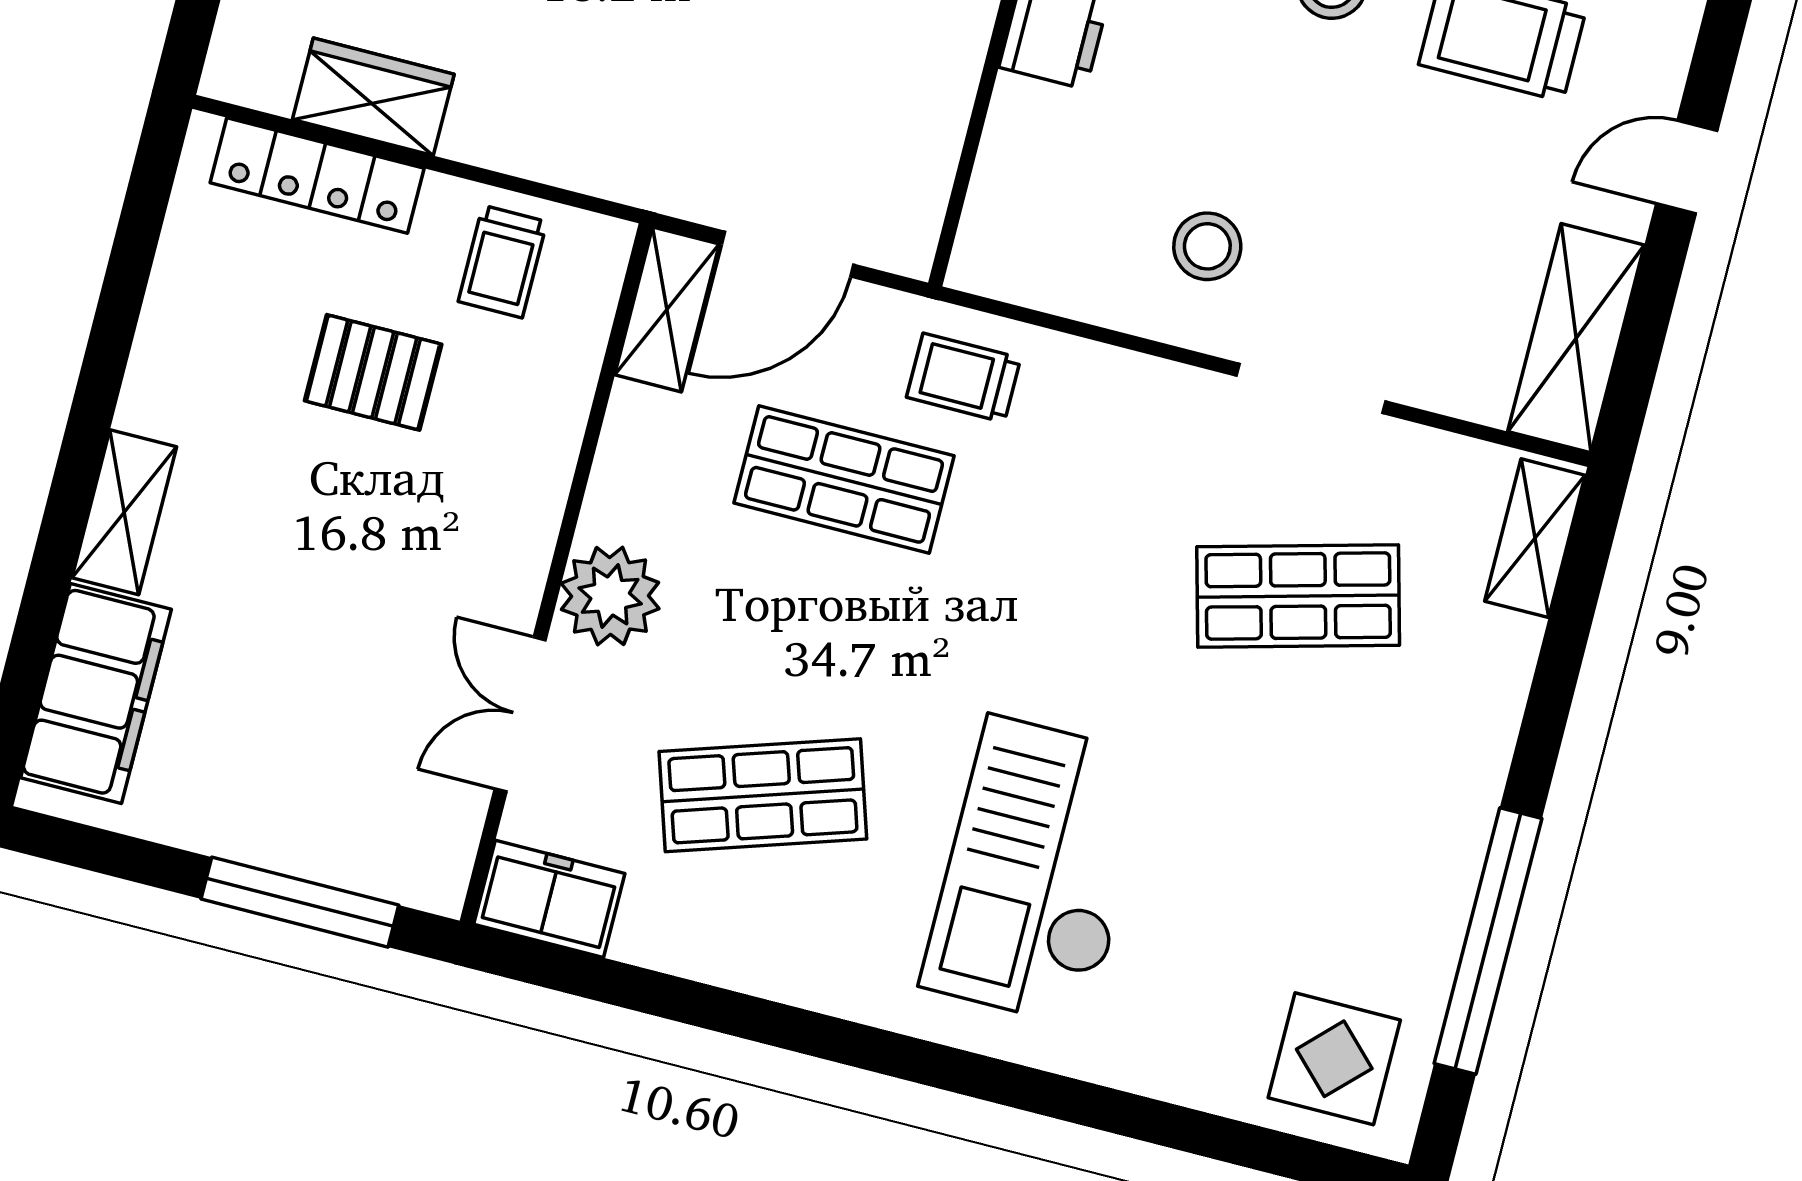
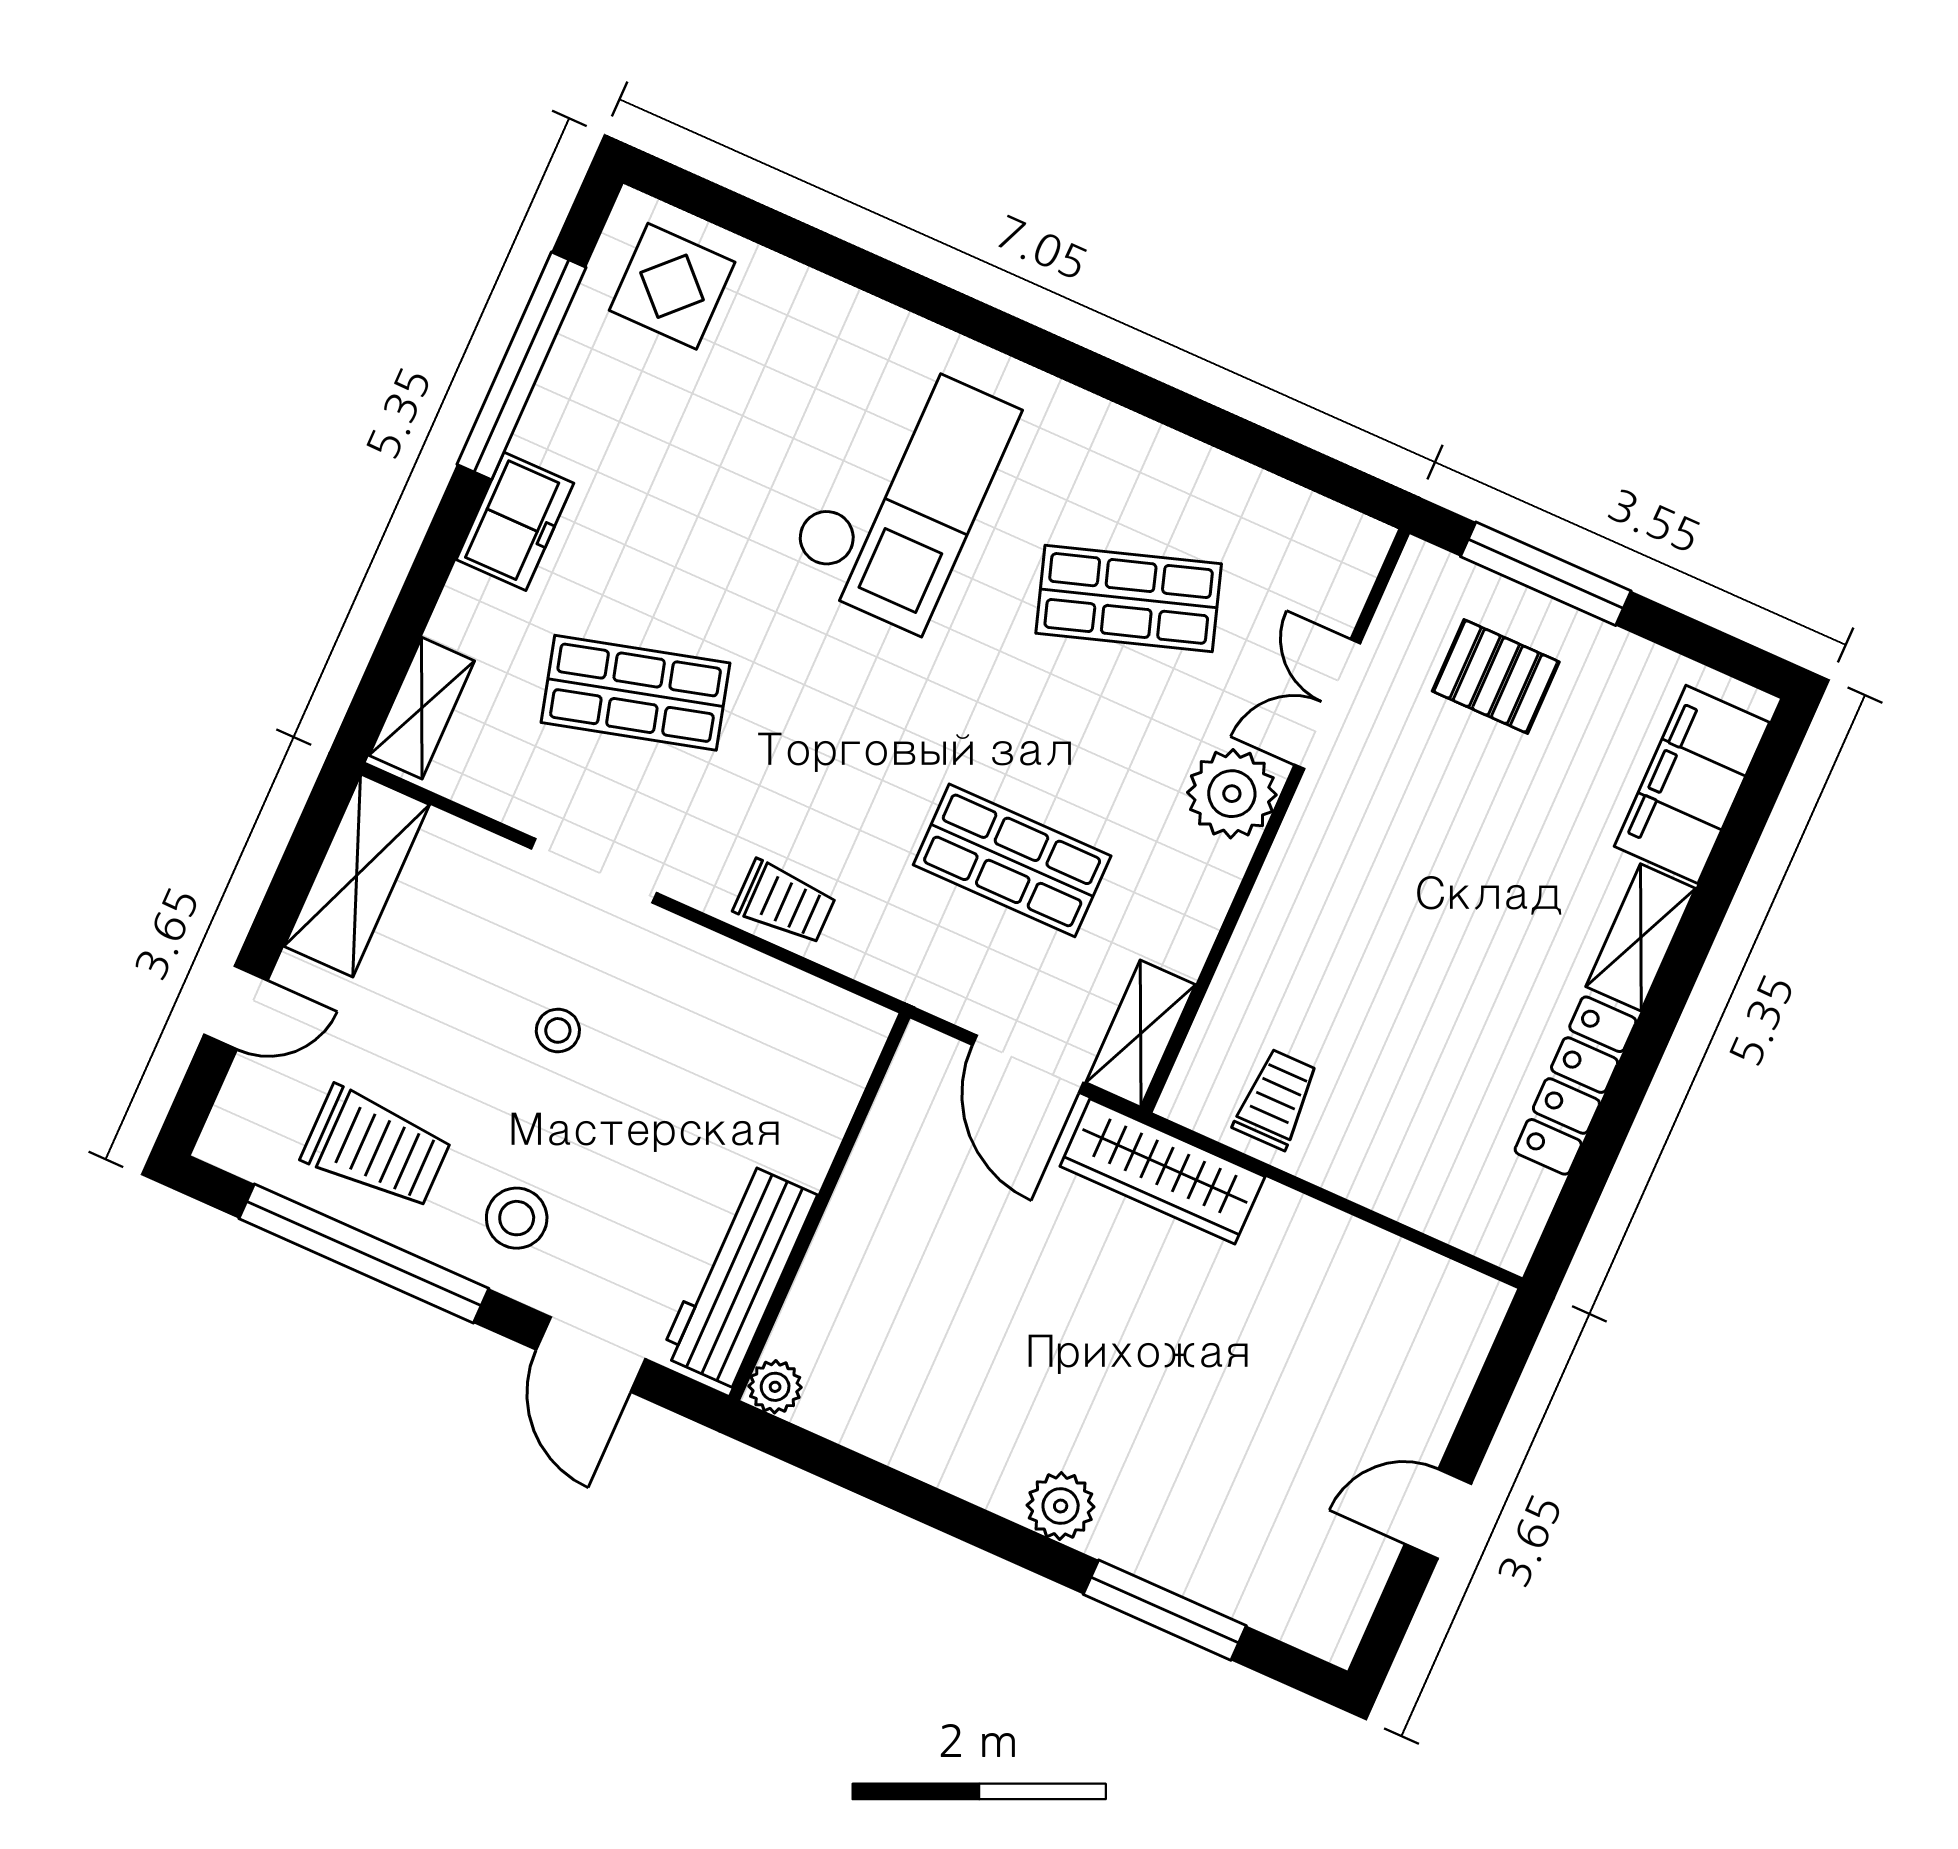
wardrobe: (373, 97) -> (1162, 1171), moved, width x1.50
locker: (317, 176) -> (1575, 1086), moved, turned -90
stool: (1207, 246) -> (558, 1030), moved, width x0.73, depth x0.73
door: (788, 254) -> (1028, 1064), swing flipped
pallet: (373, 372) -> (1496, 676), moved
trolley: (964, 378) -> (785, 902), moved
double door: (520, 714) -> (1327, 704), swing flipped
freezer: (549, 899) -> (515, 521), moved, turned -90

